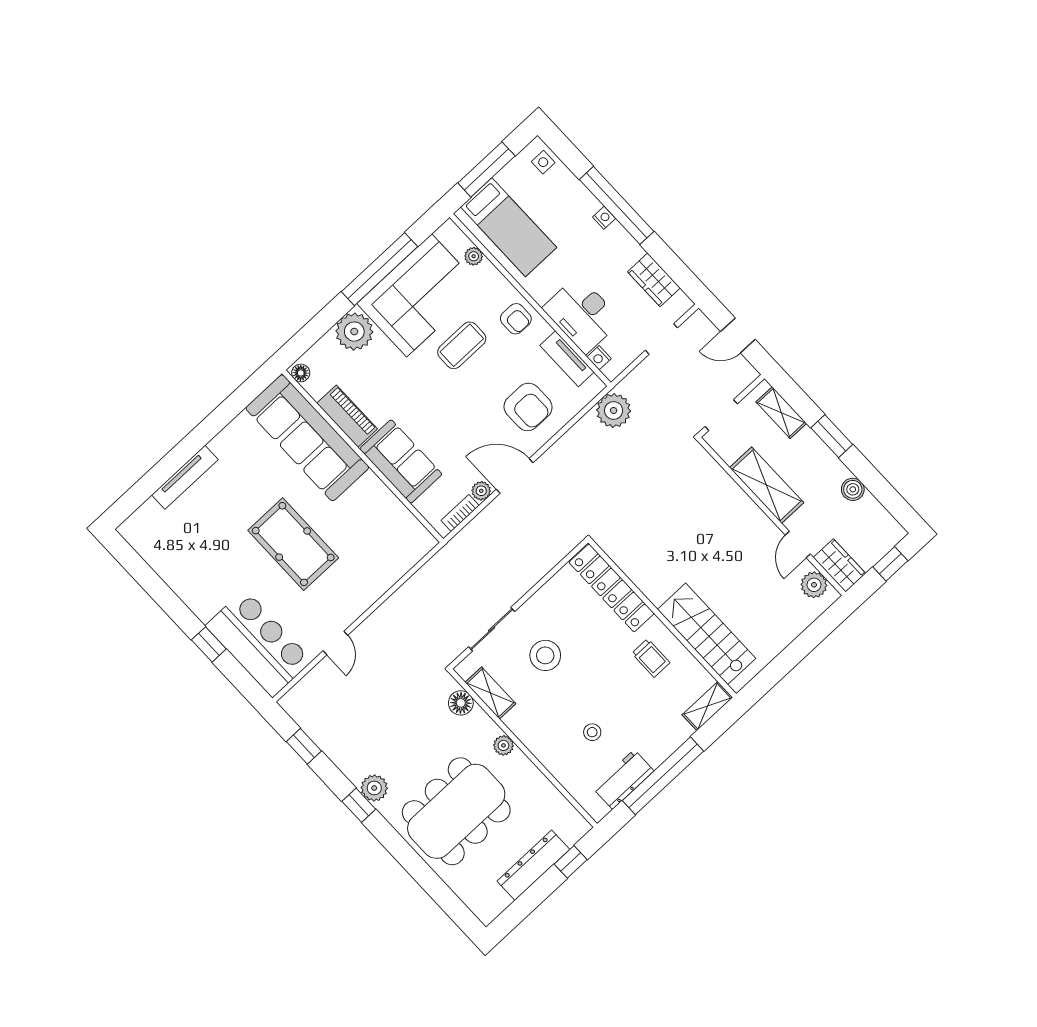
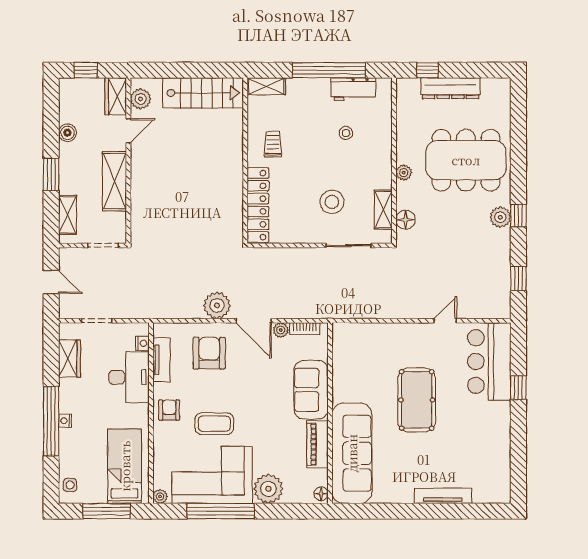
plant: (474, 256) -> (160, 496), moved
plant: (614, 410) -> (217, 305), moved
stairs: (707, 634) -> (203, 93), moved, turned -90

